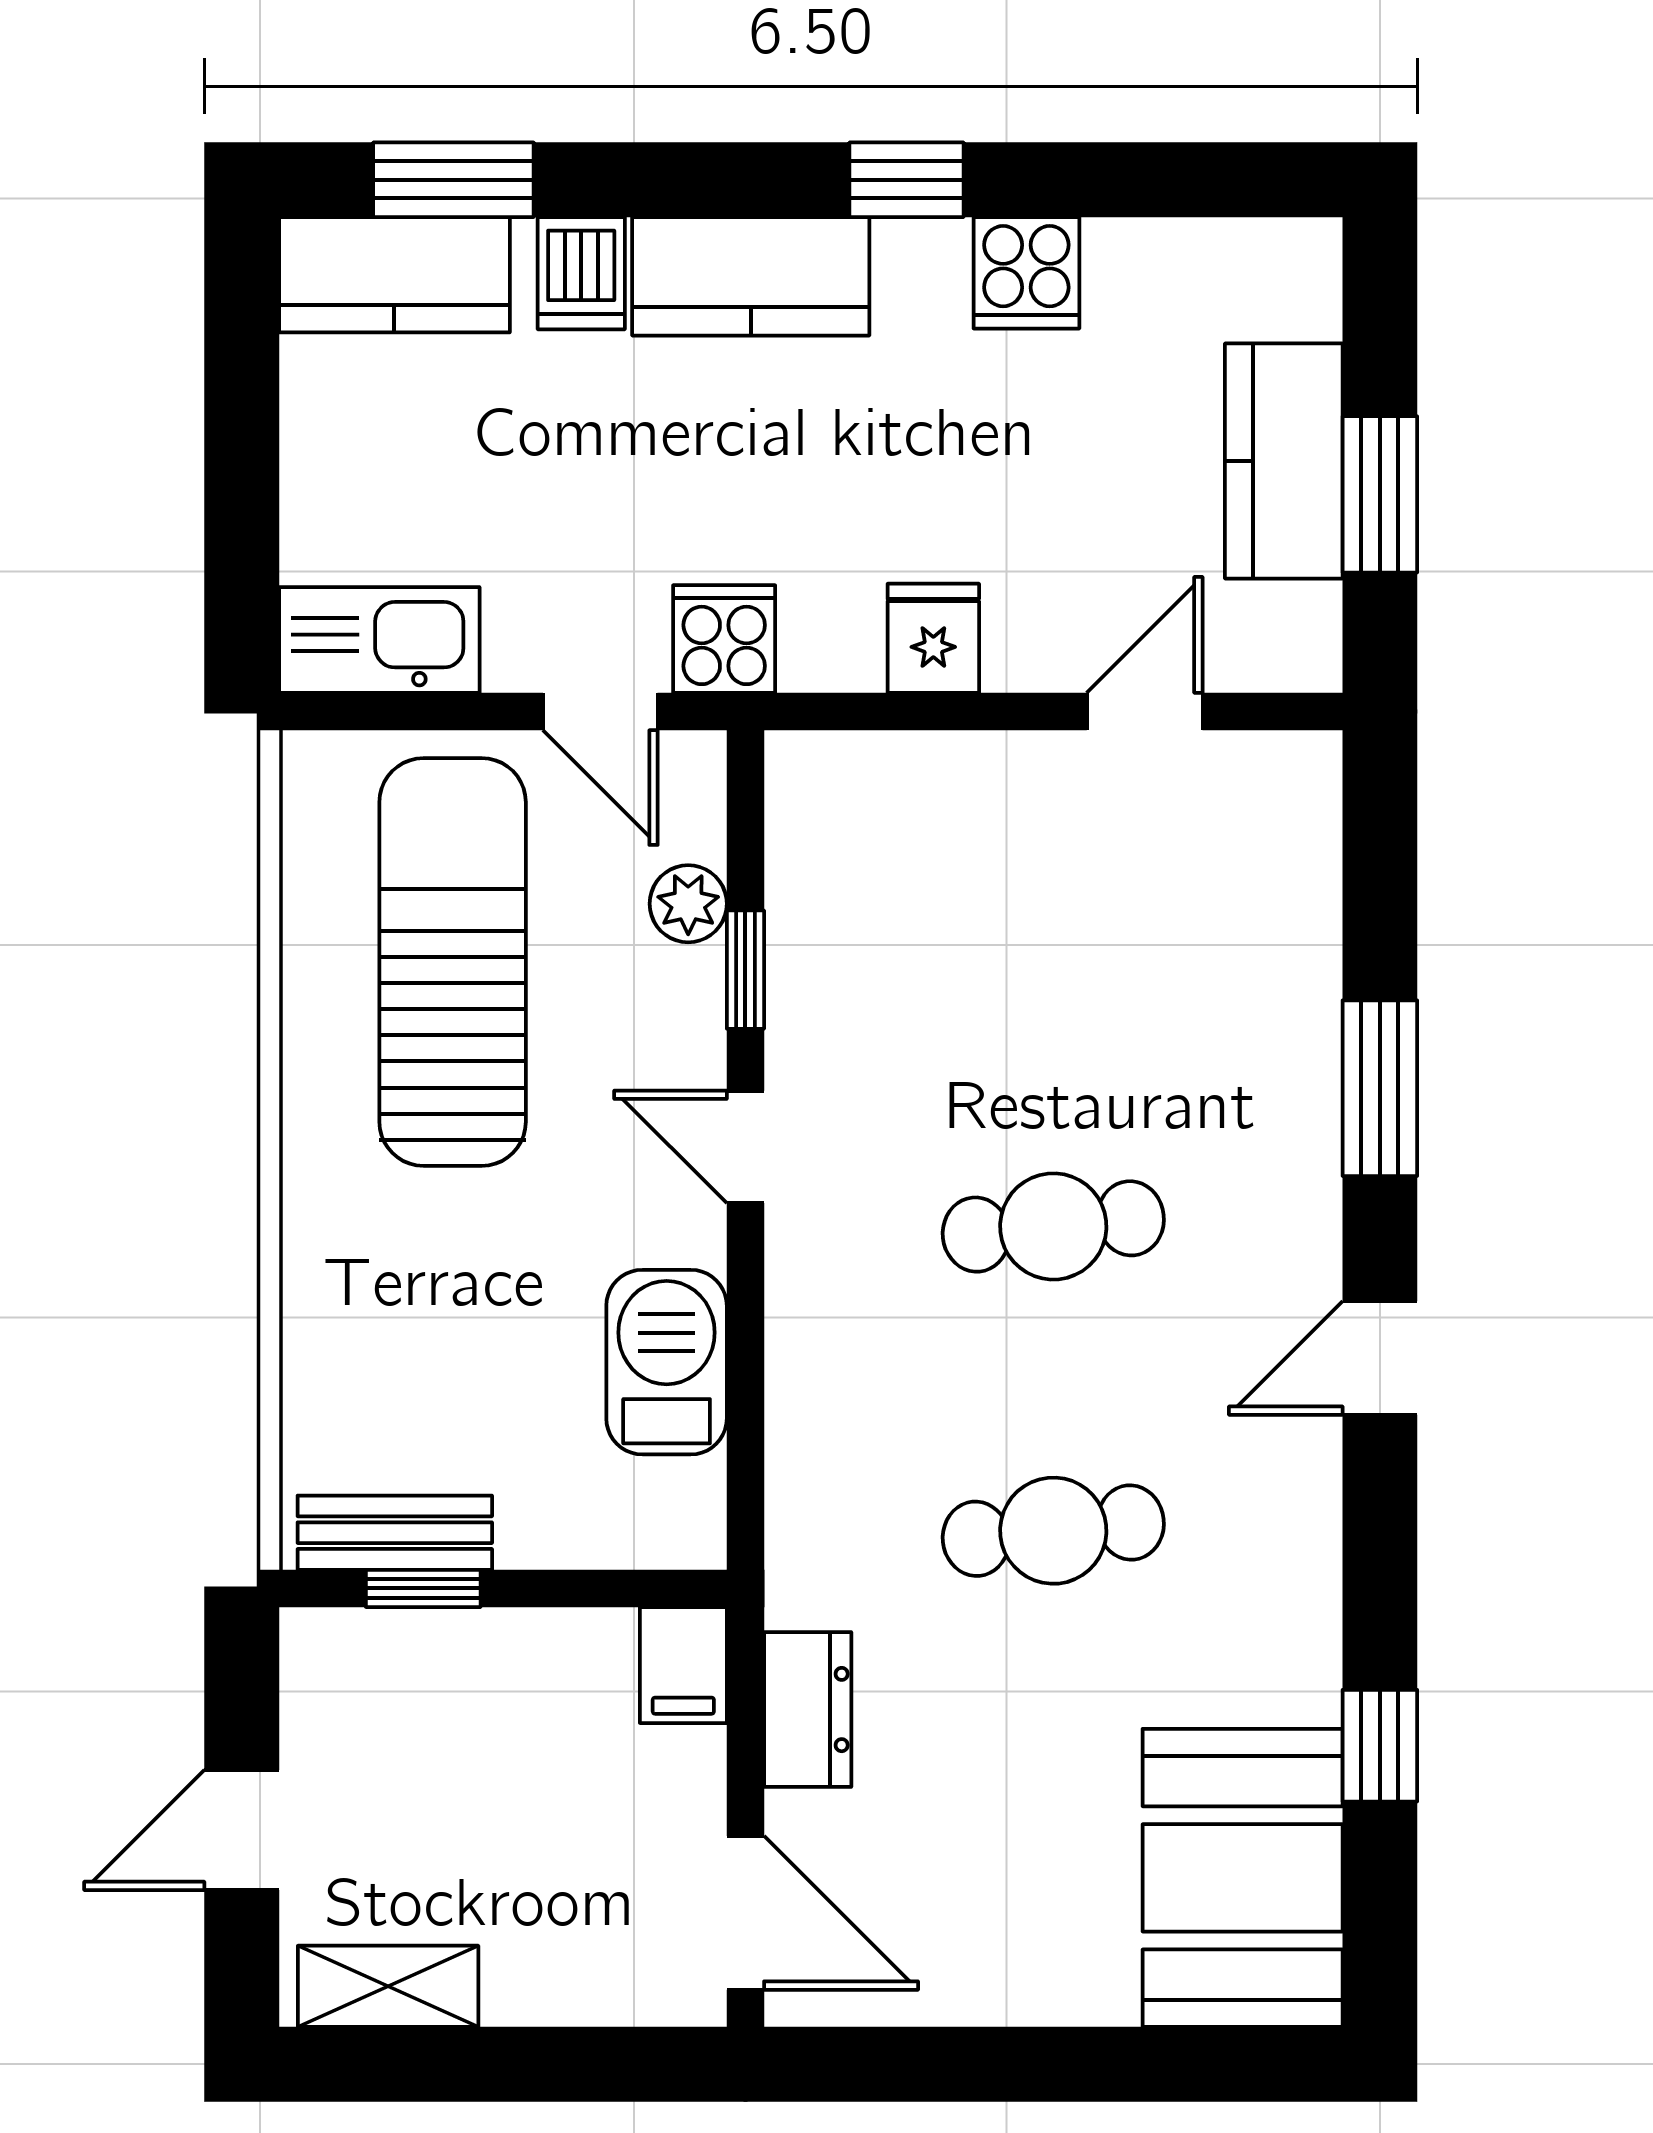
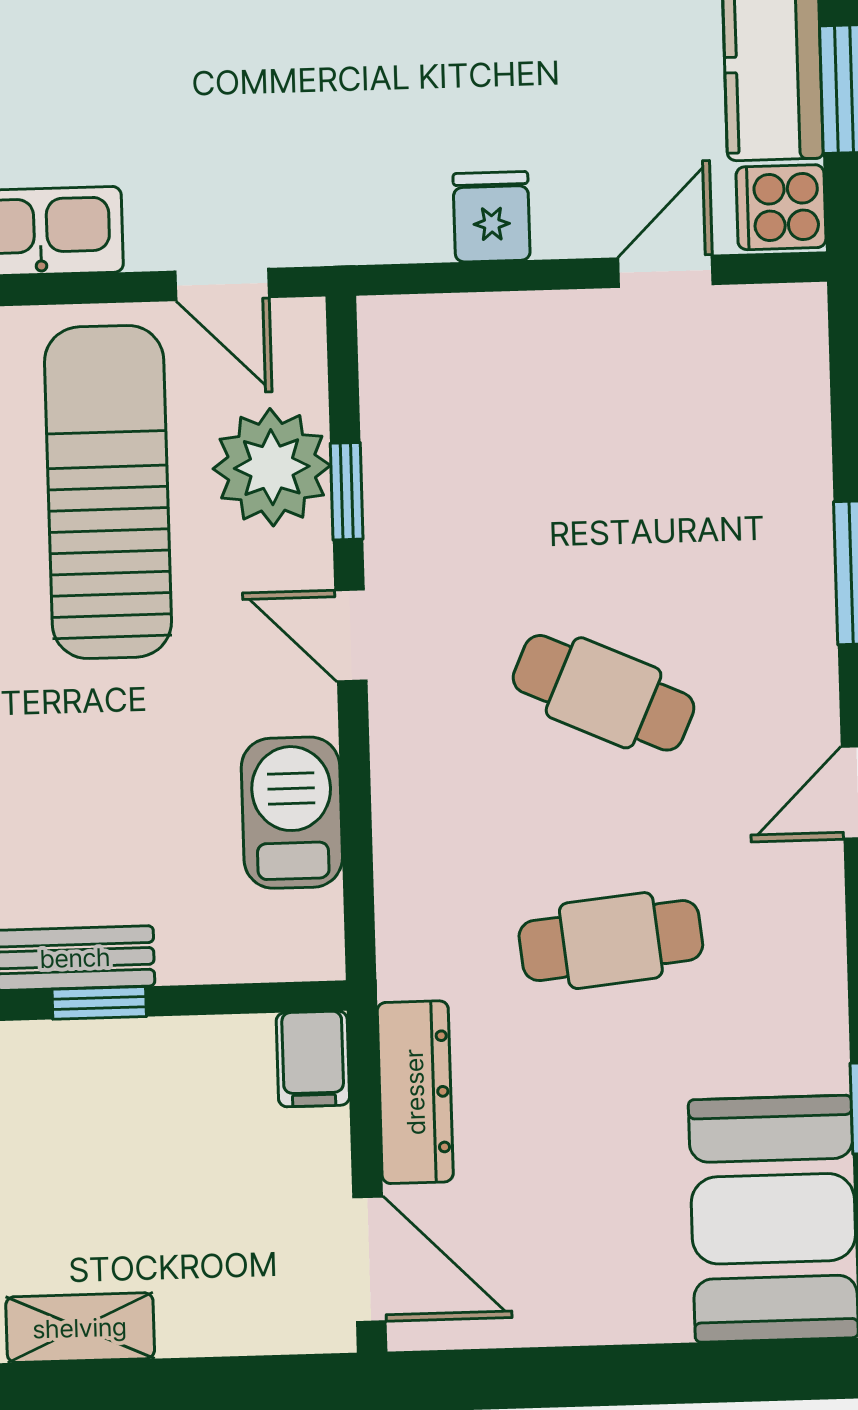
cooker: (724, 639) -> (781, 207), moved, turned -90
plant: (688, 904) -> (272, 467), width x1.88, depth x1.88
cafe table: (1053, 1226) -> (604, 693), turned 30
dresser: (808, 1710) -> (415, 1092), width x1.44

